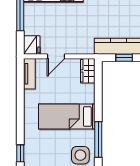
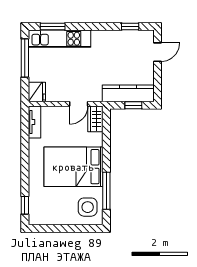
door: (56, 56) -> (79, 104), moved
bed: (67, 117) -> (73, 167), width x1.50

